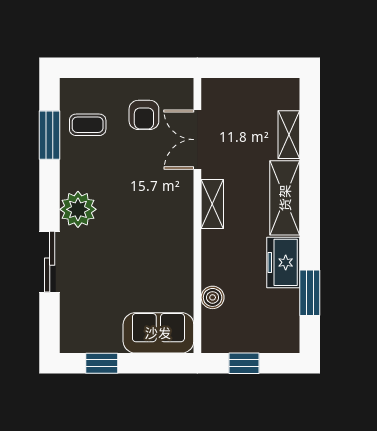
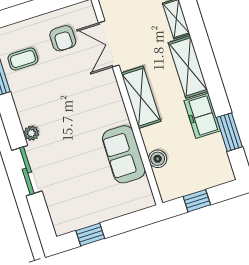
shelving: (212, 204) -> (141, 97), width x1.50, depth x1.33
plant: (78, 209) -> (31, 133), width x0.53, depth x0.53
sofa: (158, 333) -> (124, 154), moved, turned -90

